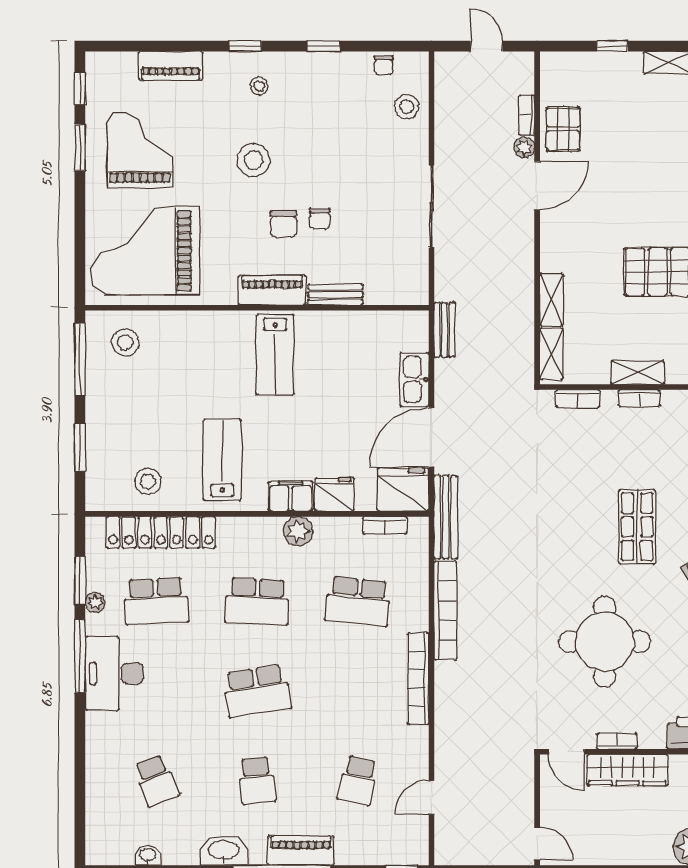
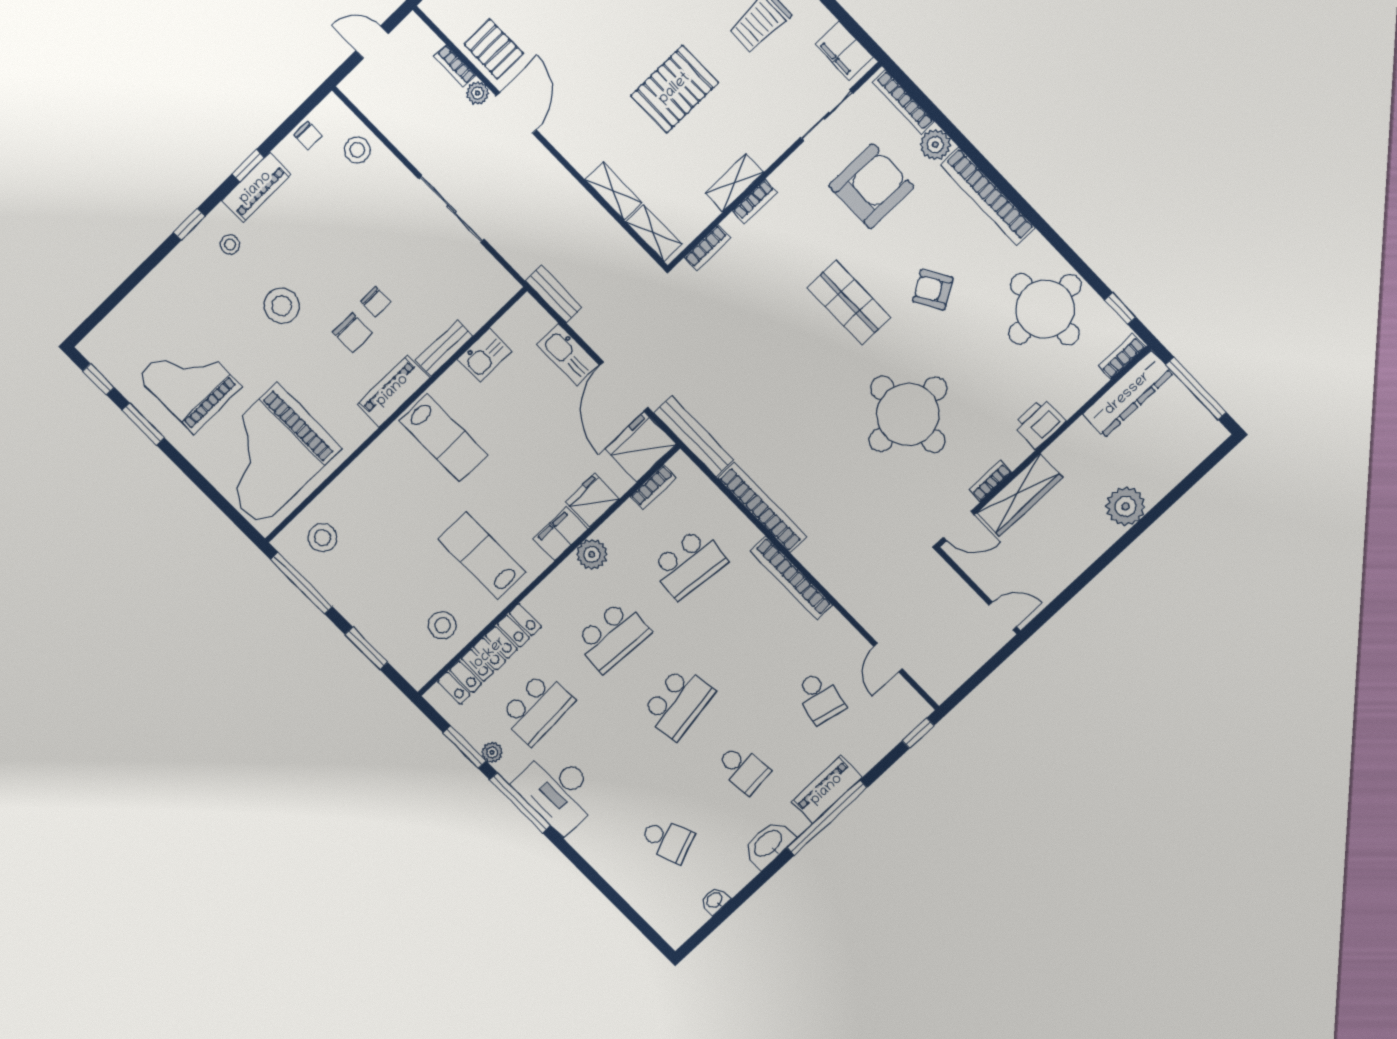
piano: (170, 66) -> (256, 188), moved
kitchen sink: (358, 326) -> (485, 355), added

